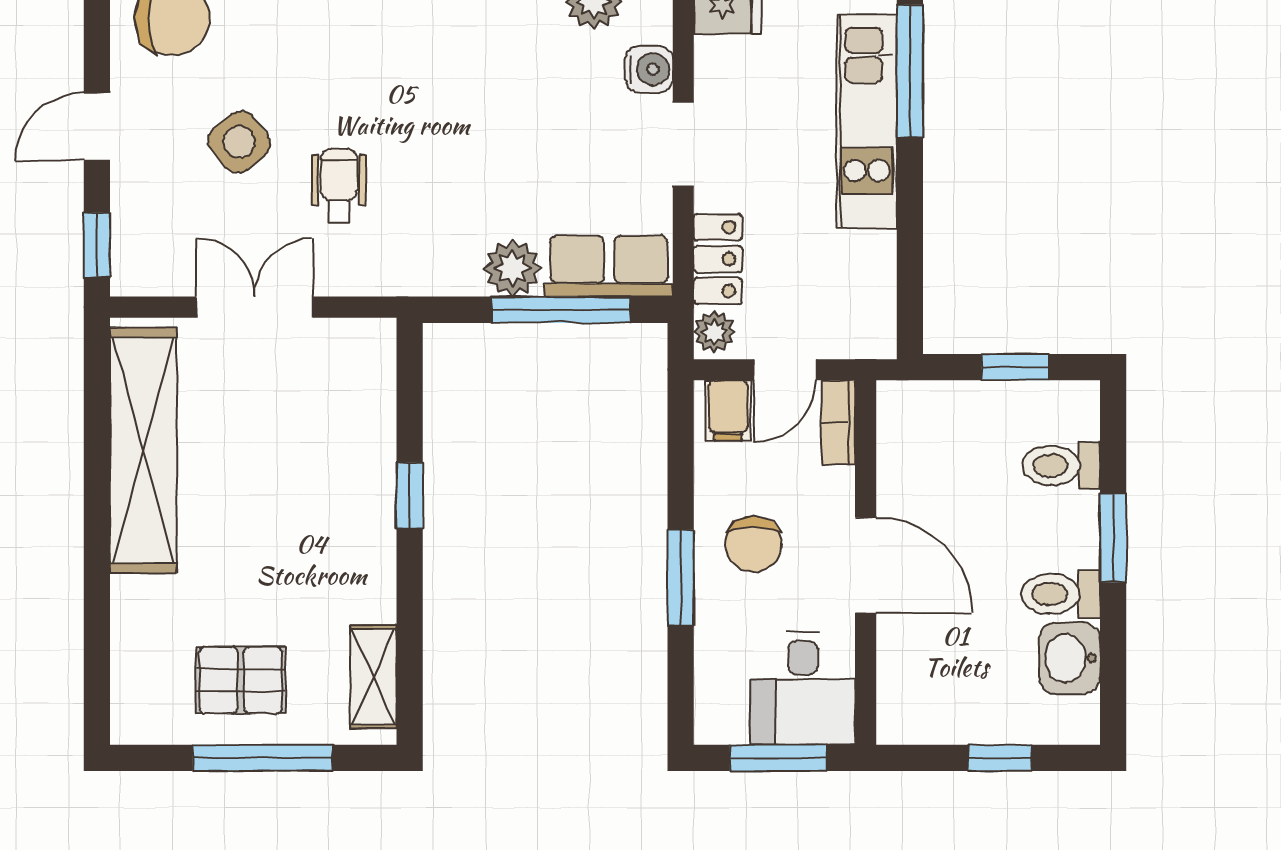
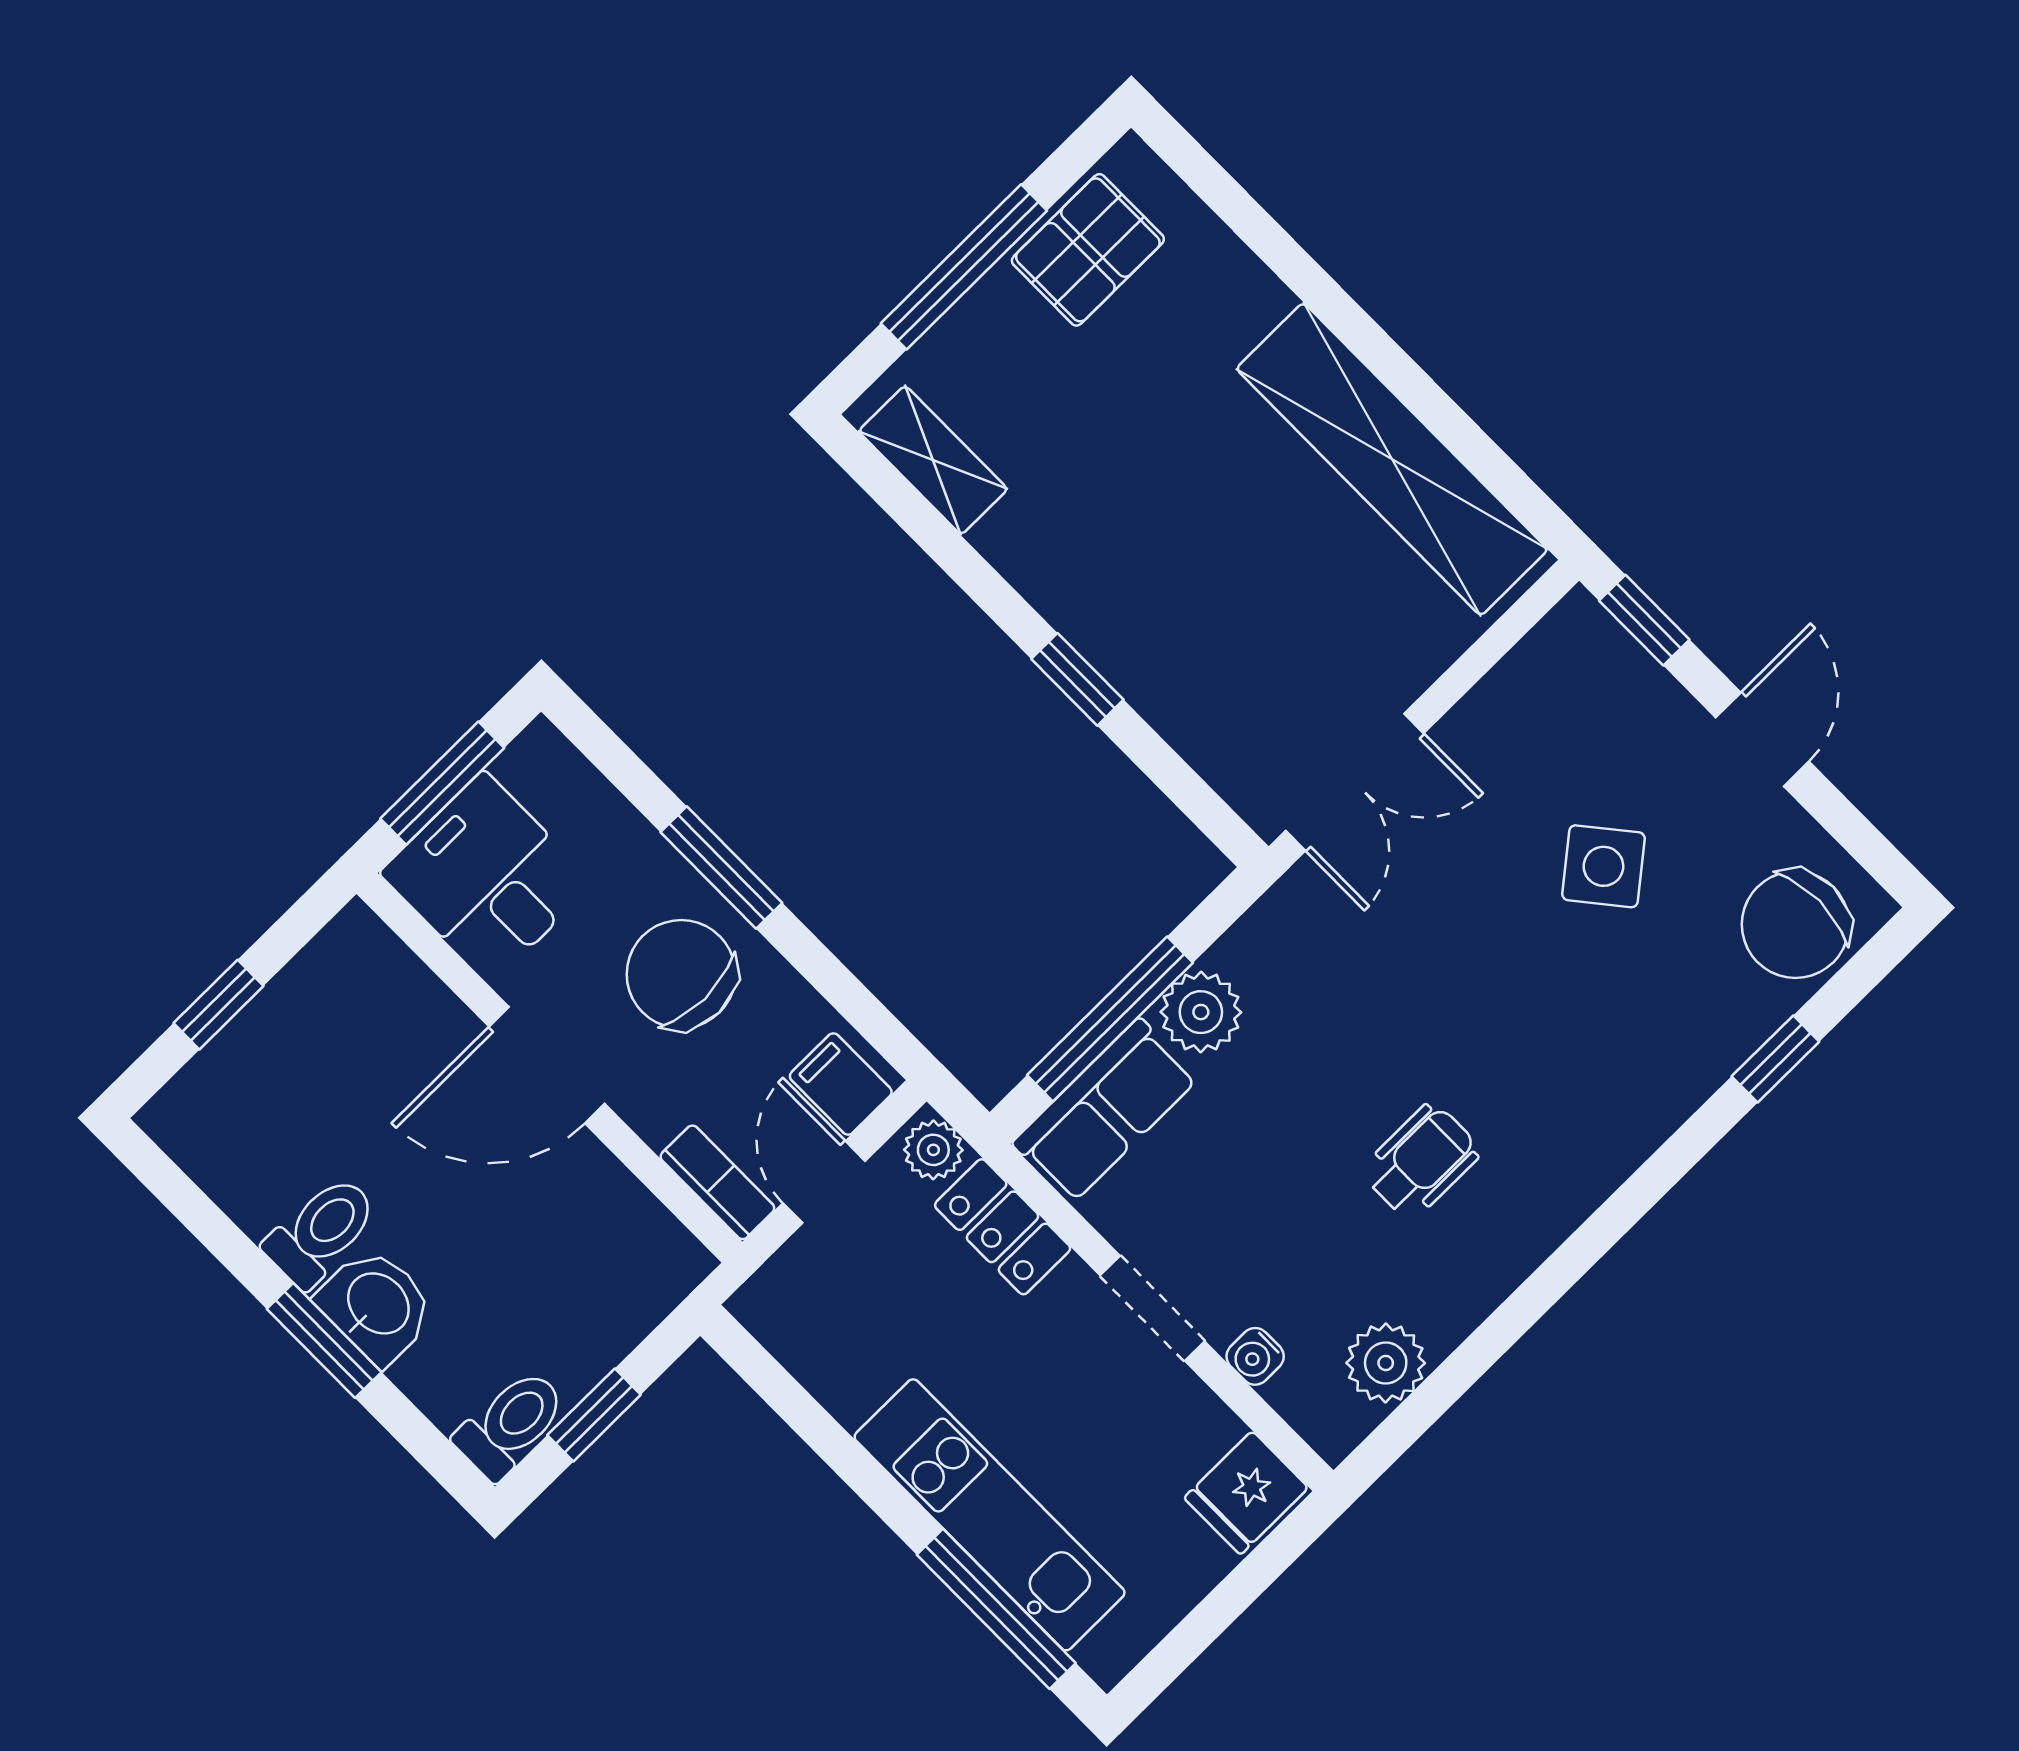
water cooler: (649, 69) -> (1255, 1356), width x0.72, depth x0.72
wheelchair: (339, 186) -> (1421, 1161), moved, turned -90
double door: (254, 307) -> (1355, 782), moved
toilet: (1061, 465) -> (511, 1424), moved
chair: (754, 544) -> (681, 974), width x1.37, depth x1.37
washbasin: (1070, 658) -> (377, 1305), moved
pallet: (241, 680) -> (1088, 250), moved

